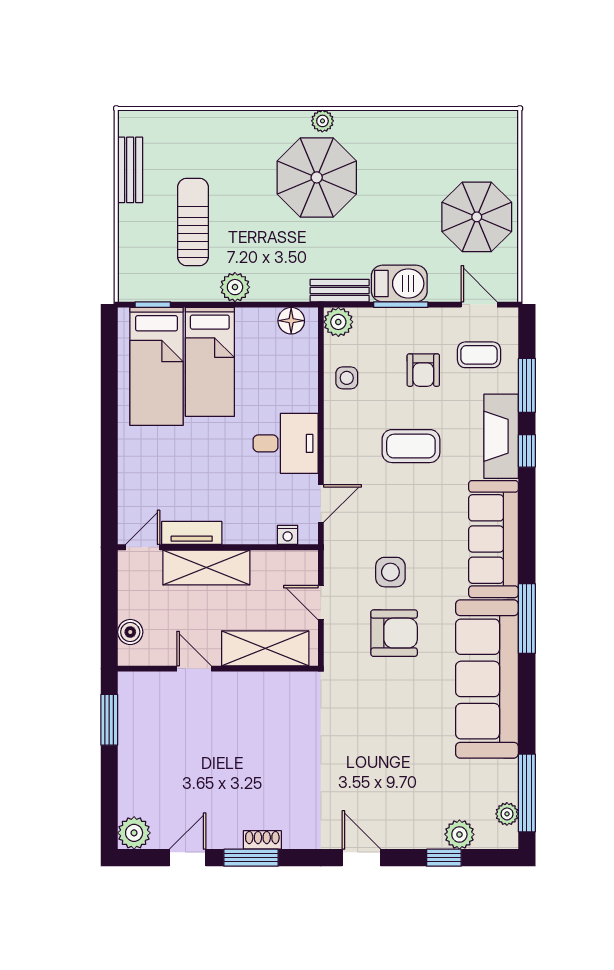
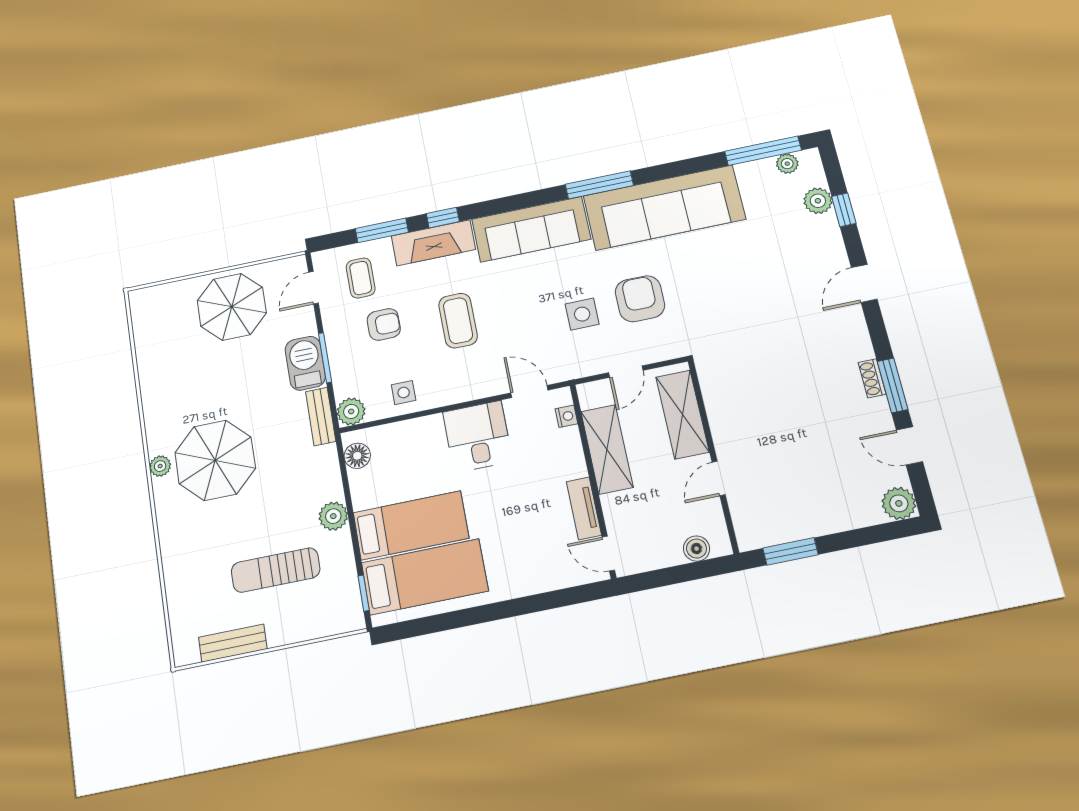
shelving: (206, 567) -> (607, 449), moved

